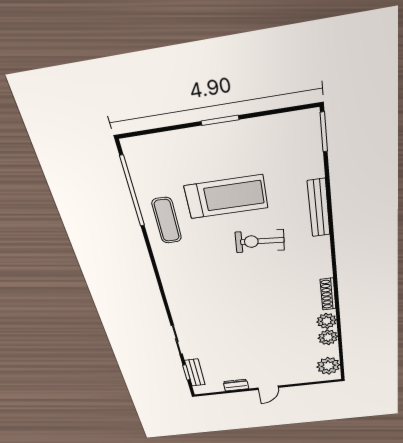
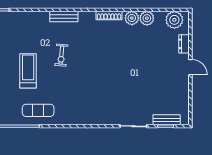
treadmill: (226, 197) -> (28, 71), width x0.73, depth x0.73
bench: (319, 208) -> (64, 16), moved, width x0.73
exercise bike: (260, 241) -> (61, 55), width x0.73, depth x0.72
dresser: (236, 385) -> (184, 44), moved

